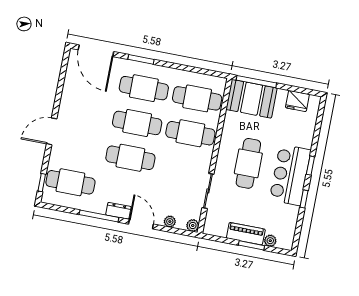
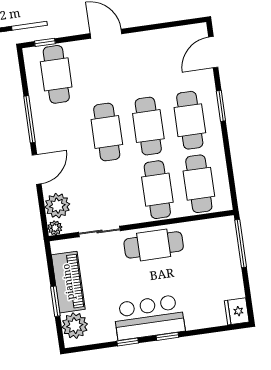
door: (96, 51) -> (213, 52), width x0.73
booth: (252, 99) -> (219, 245), removed
fridge: (297, 101) -> (237, 311), moved
cafe table: (248, 163) -> (154, 245), moved
dresser: (118, 211) -> (43, 139), removed
plant: (170, 222) -> (57, 206), width x1.88, depth x1.88
piano: (246, 234) -> (68, 282), width x1.37, depth x1.33
plant: (270, 241) -> (75, 326), width x1.88, depth x1.88

